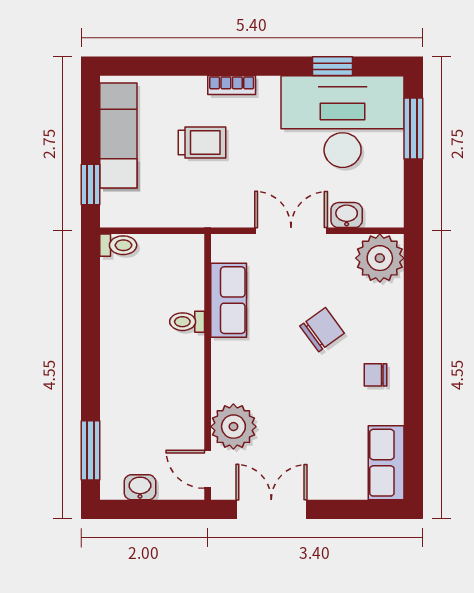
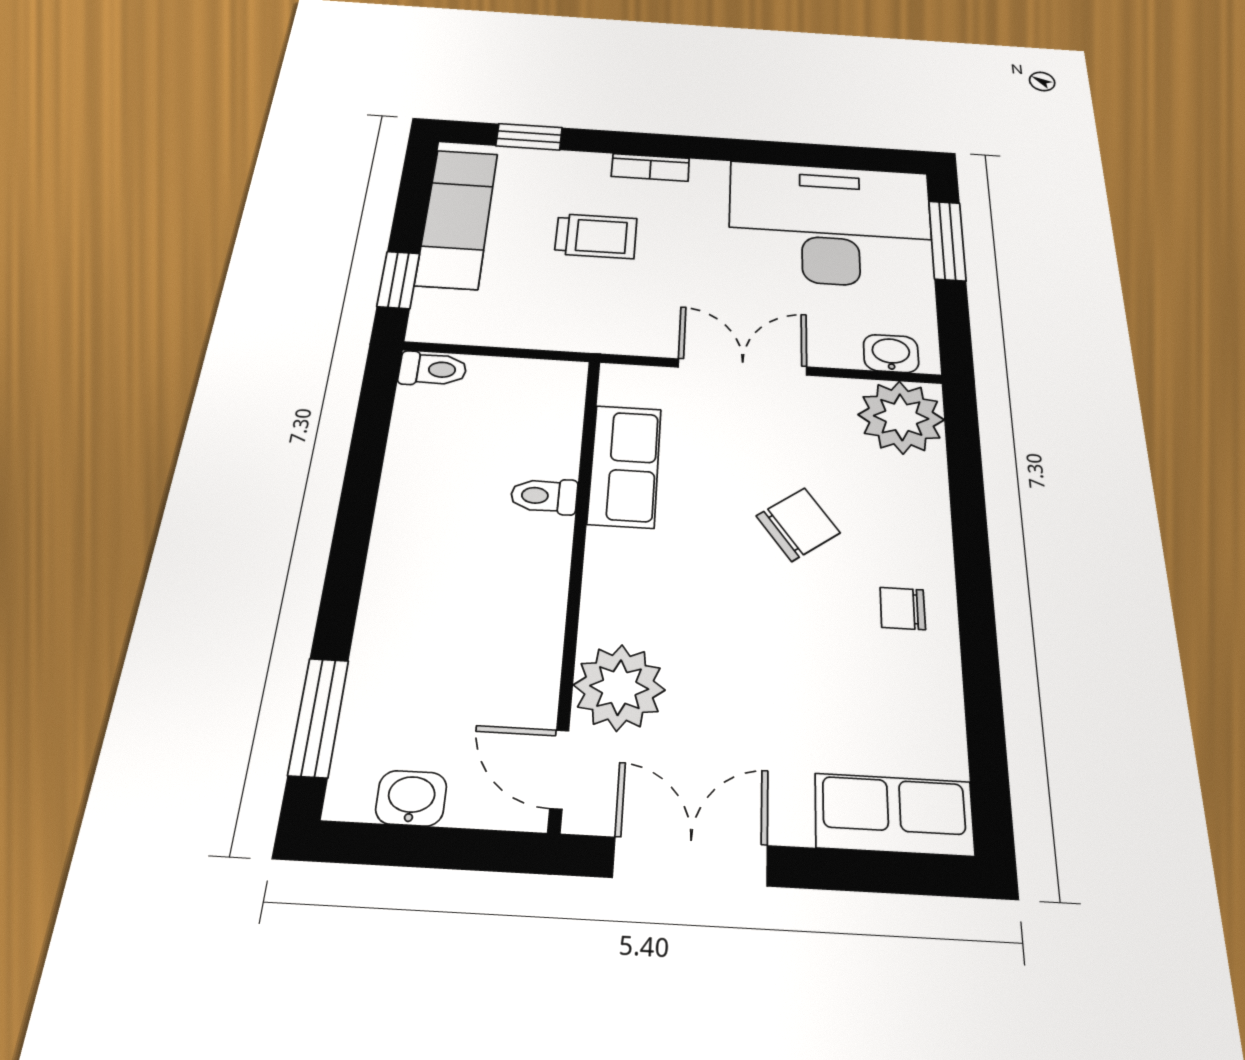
window: (332, 66) -> (529, 137), moved
washbasin: (347, 215) -> (891, 353), moved
row of seats: (386, 463) -> (894, 814), moved, turned 90

